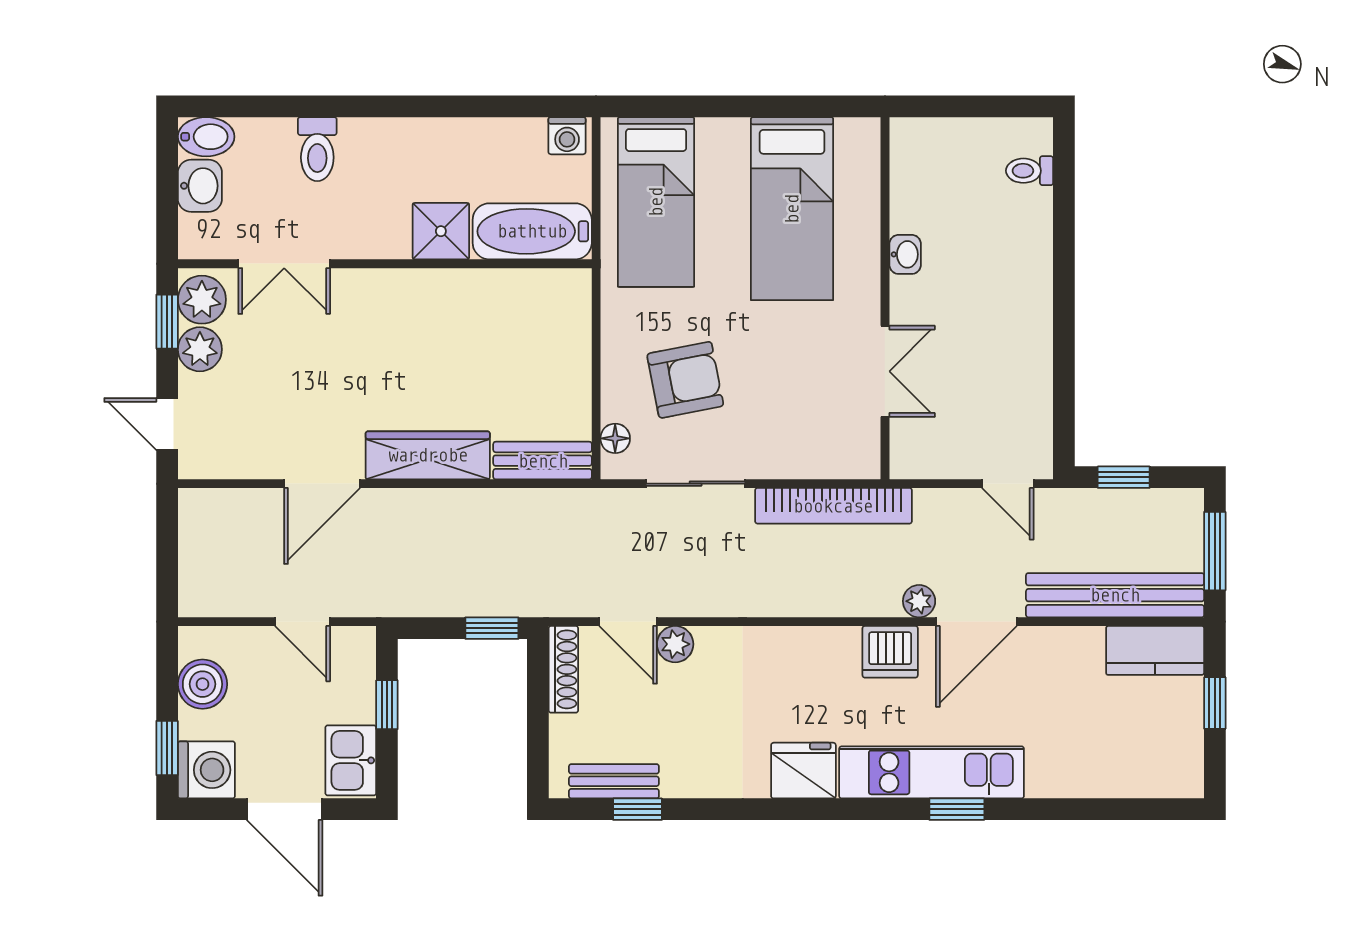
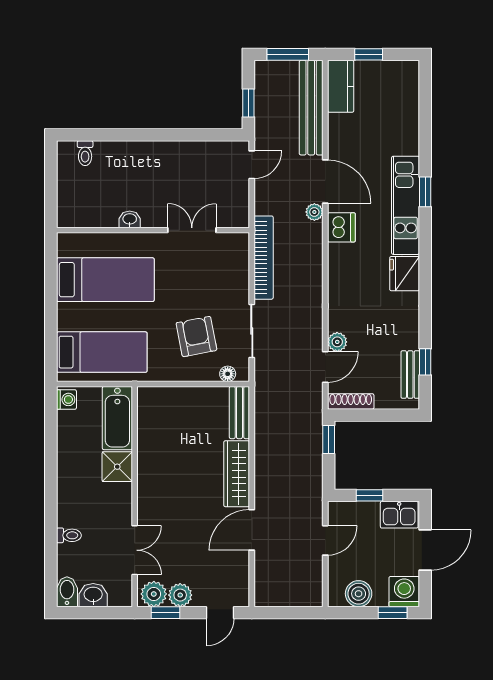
toilet: (317, 149) -> (69, 535), width x0.73, depth x0.72
door: (322, 484) -> (252, 530), swing flipped

